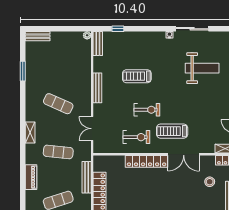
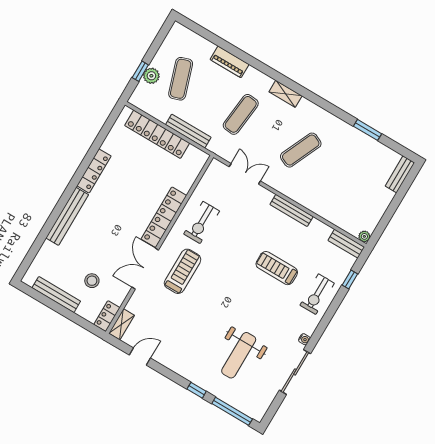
treadmill: (137, 76) -> (277, 268), turned -90
exercise bike: (147, 110) -> (317, 294), moved

